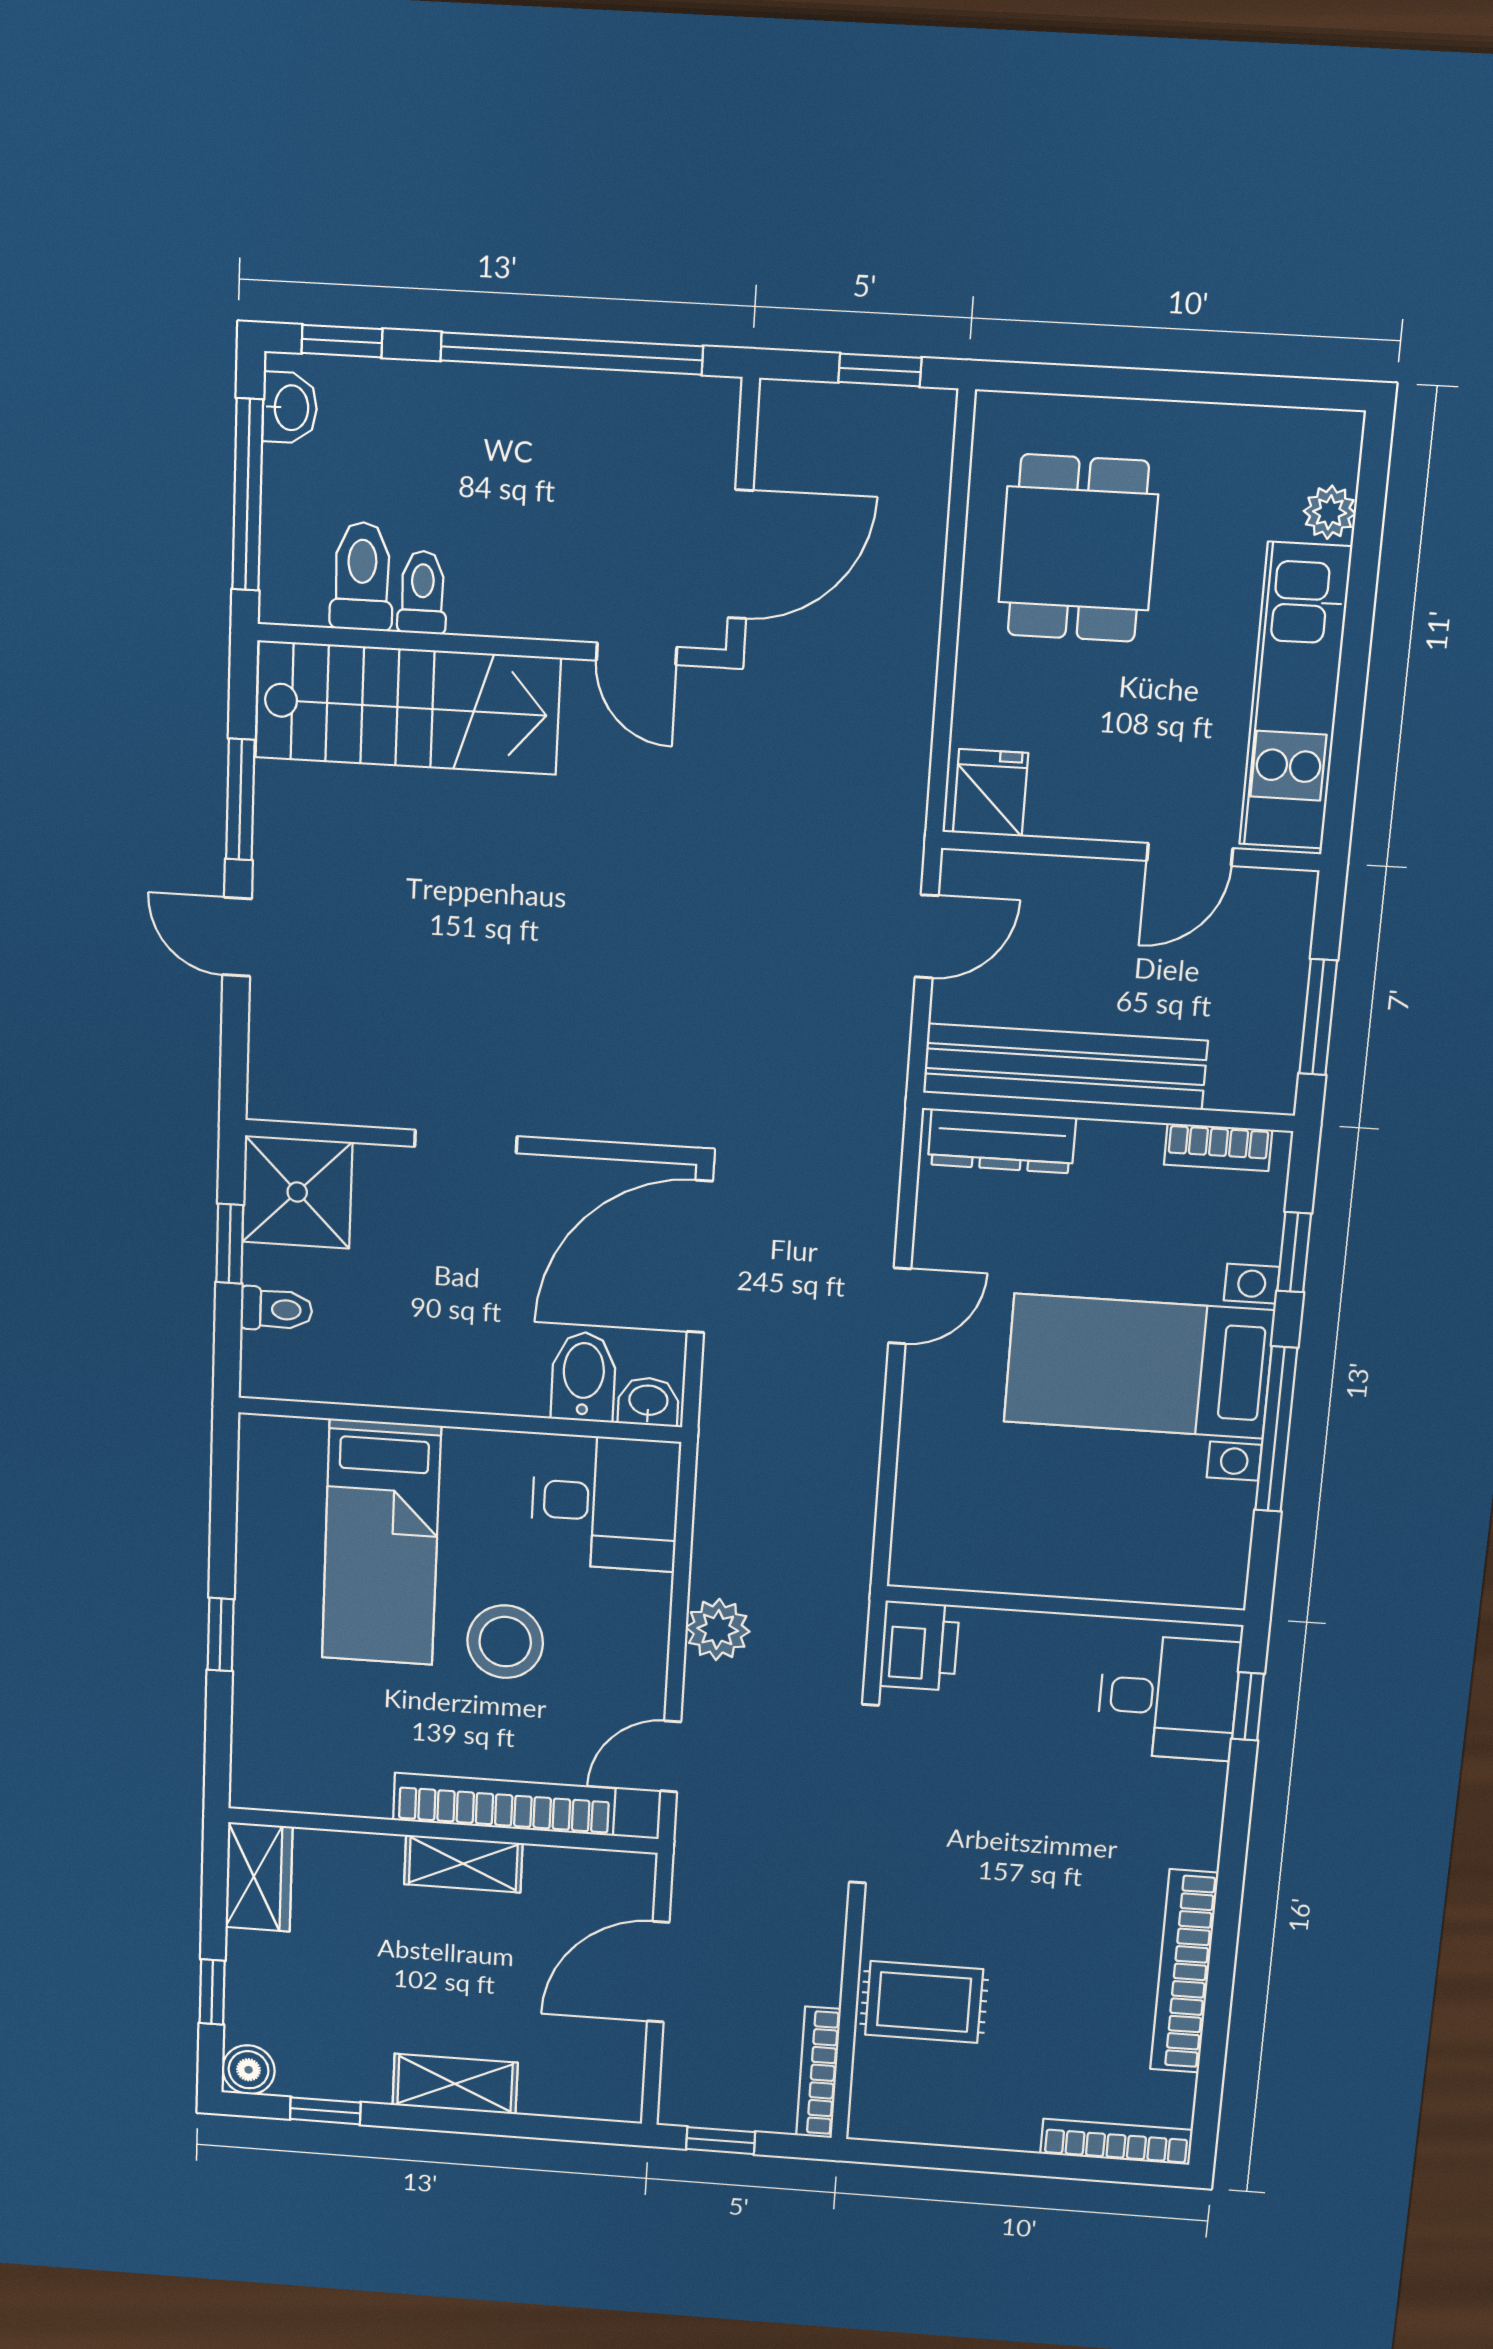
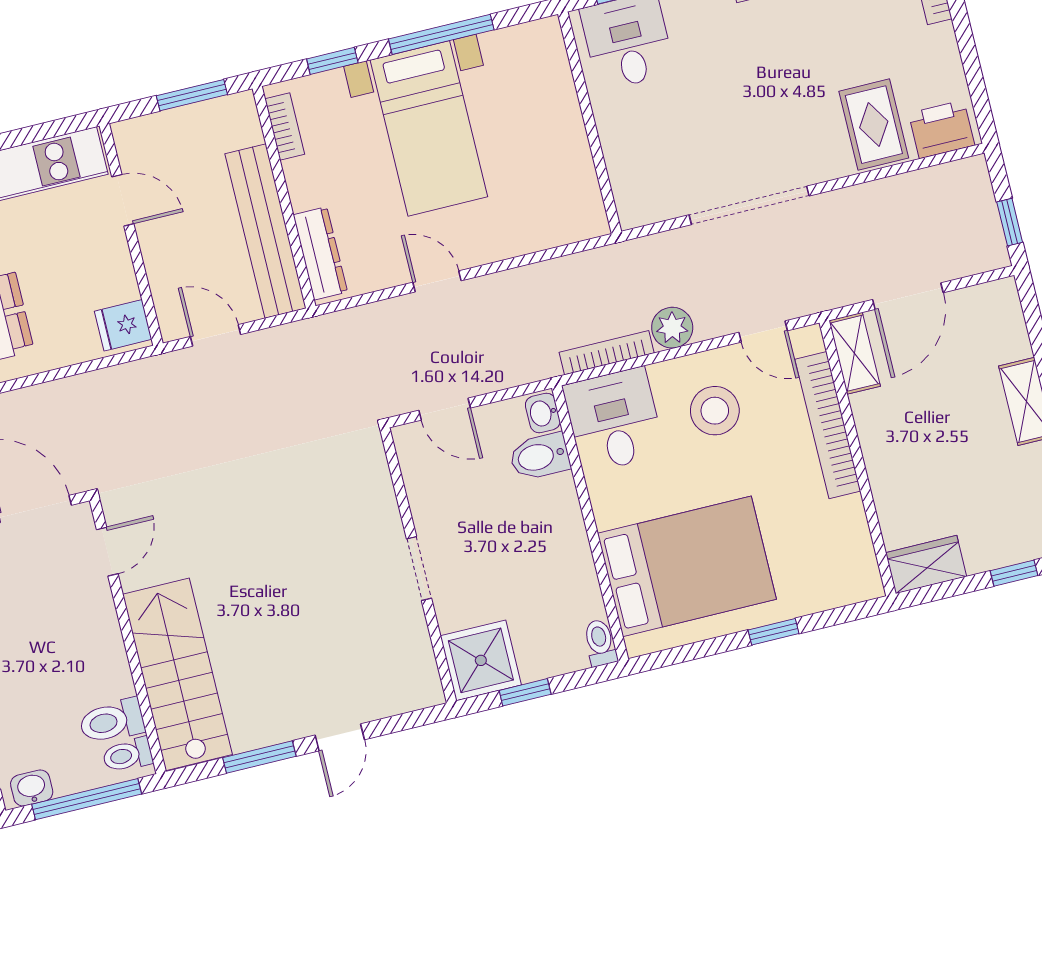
toilet: (422, 592) -> (128, 755), moved
door: (700, 1257) -> (445, 409), width x0.53
toilet: (276, 1309) -> (600, 643), moved
bed: (381, 1543) -> (687, 566), width x1.50
stool: (505, 1642) -> (715, 411), moved
printer: (919, 1646) -> (942, 129), moved
shelving: (463, 1864) -> (855, 353), moved
door: (658, 1972) -> (908, 296), hinge flipped
bookcase: (818, 2072) -> (607, 353), moved, turned 180

